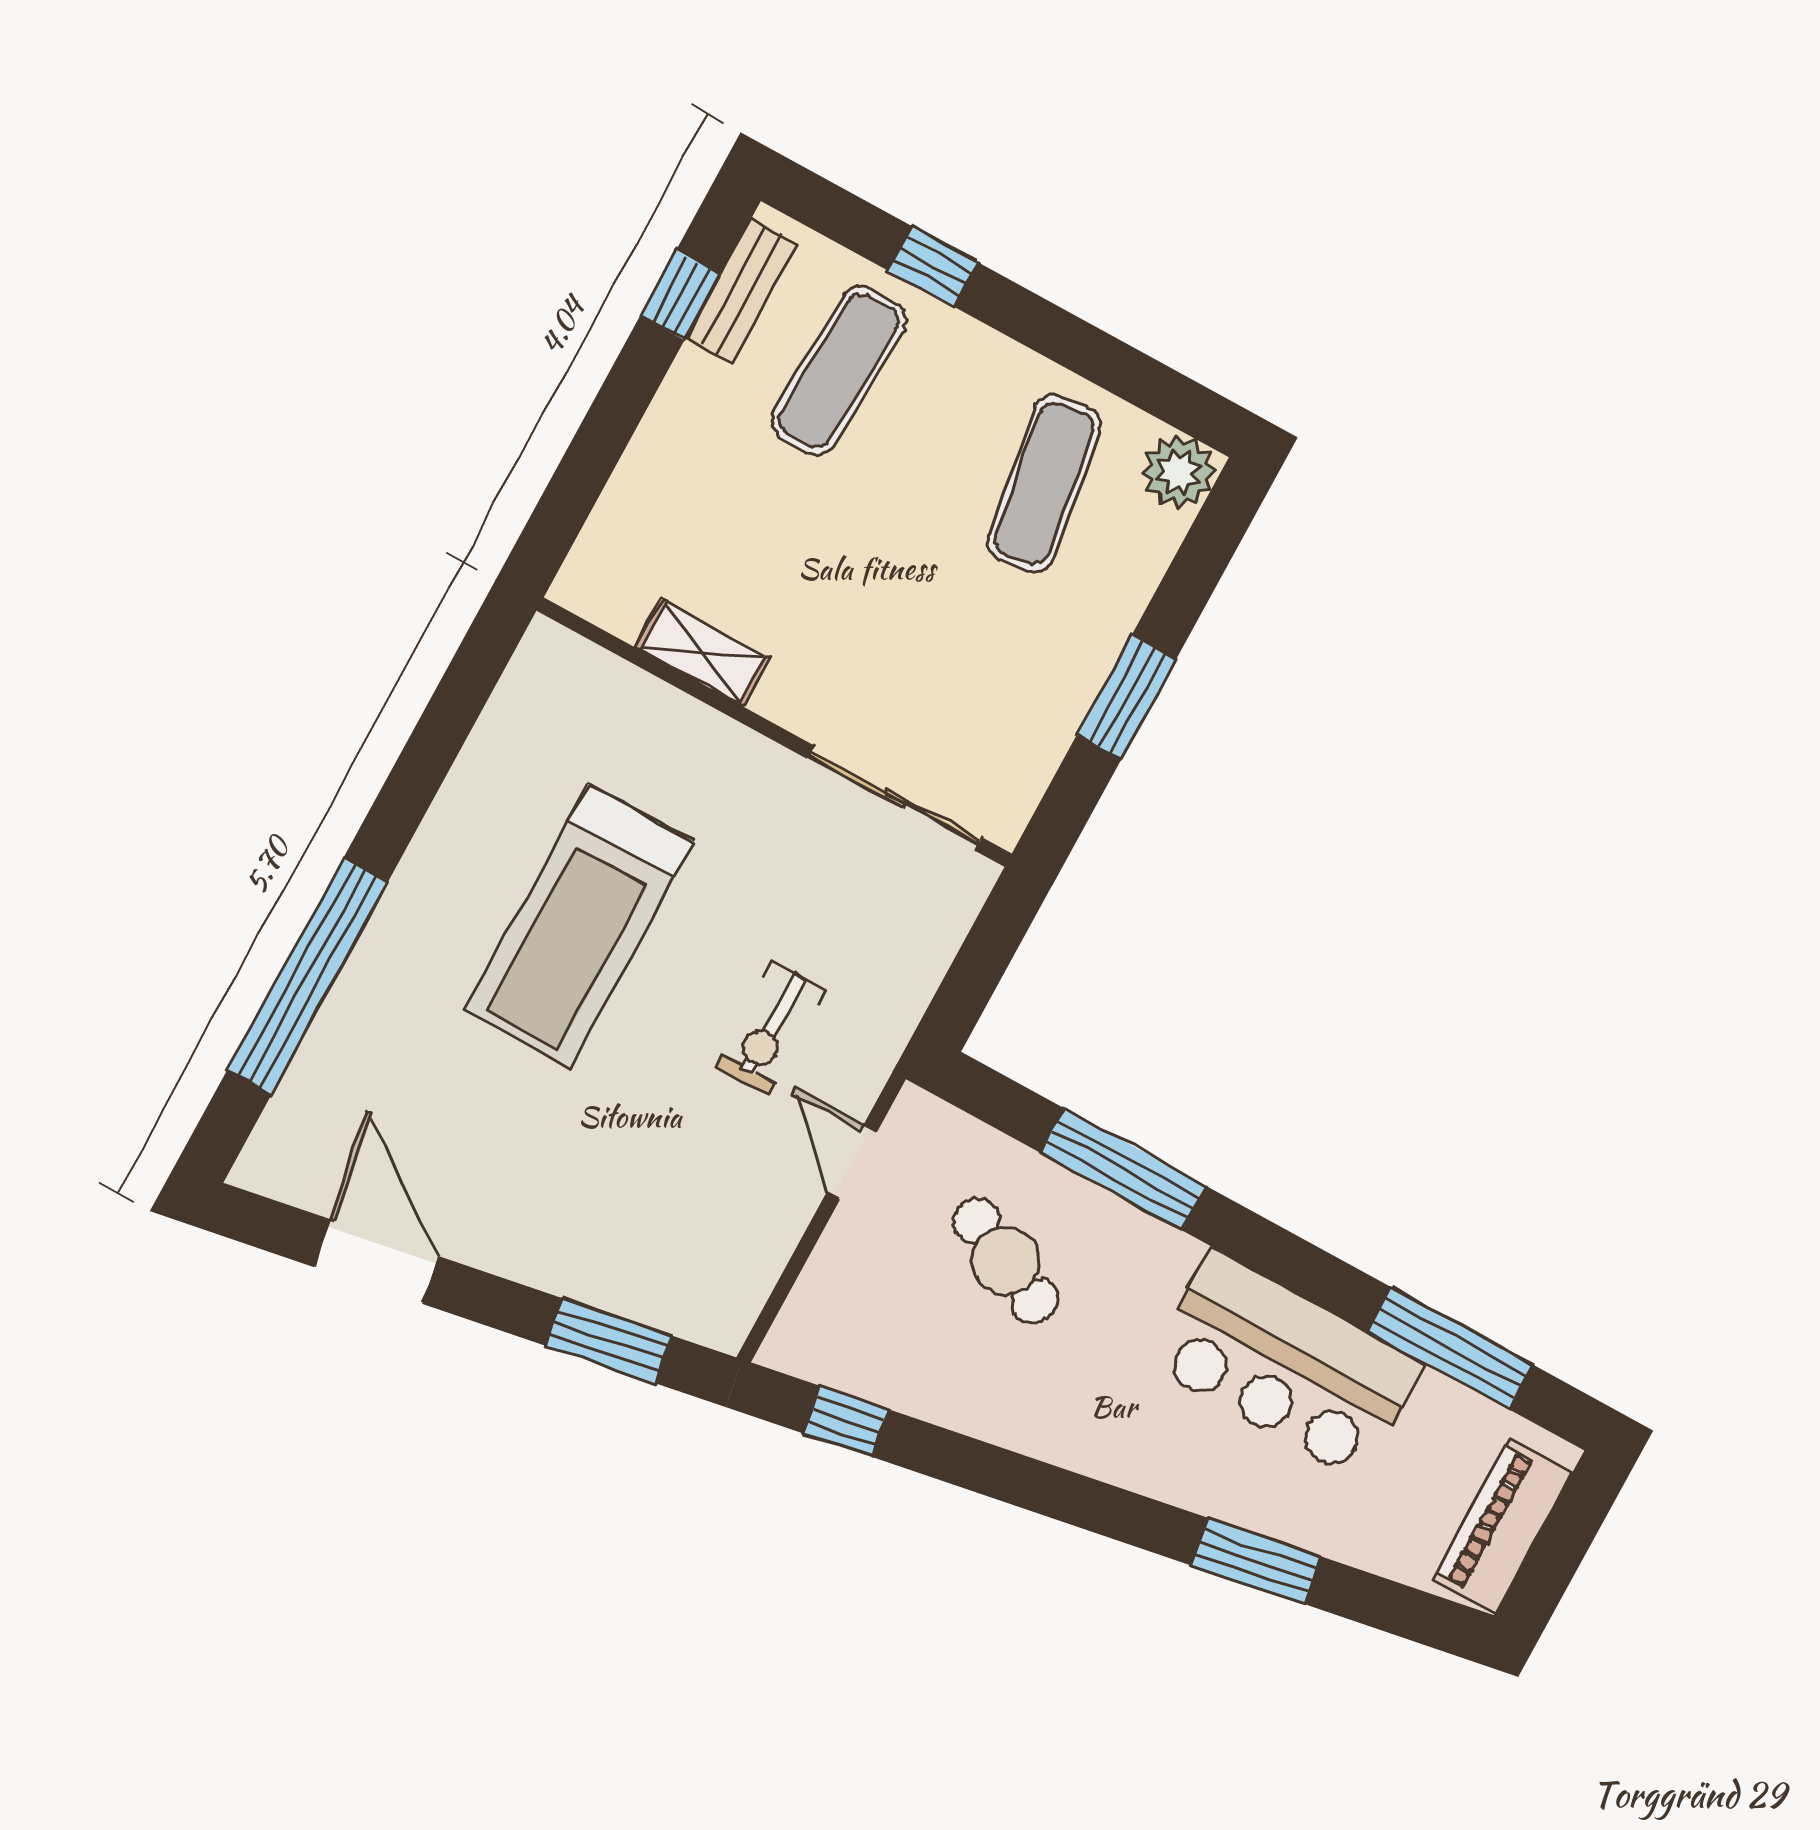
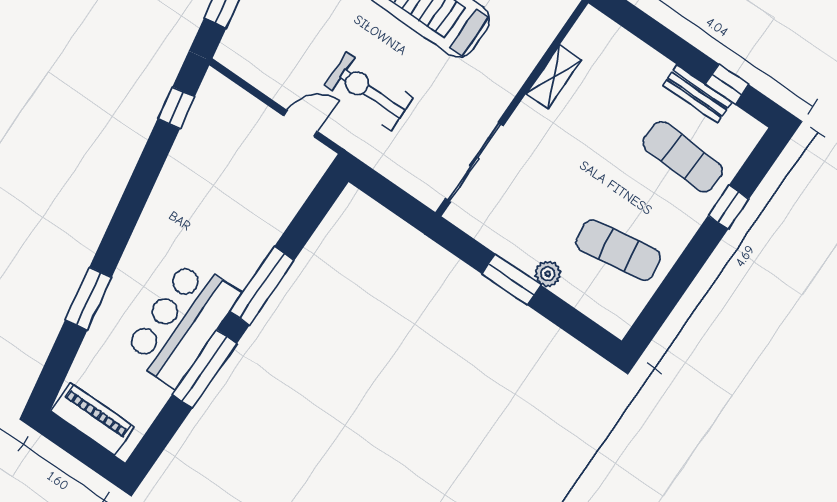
bench: (741, 291) -> (697, 94), moved
plant: (1179, 472) -> (548, 274), moved, width x0.73, depth x0.73
exercise bike: (771, 1029) -> (369, 91), width x1.38, depth x1.39
window: (1123, 1169) -> (262, 286), moved
cafe table: (1006, 1261) -> (246, 193), removed
window: (1450, 1348) -> (205, 369), moved

